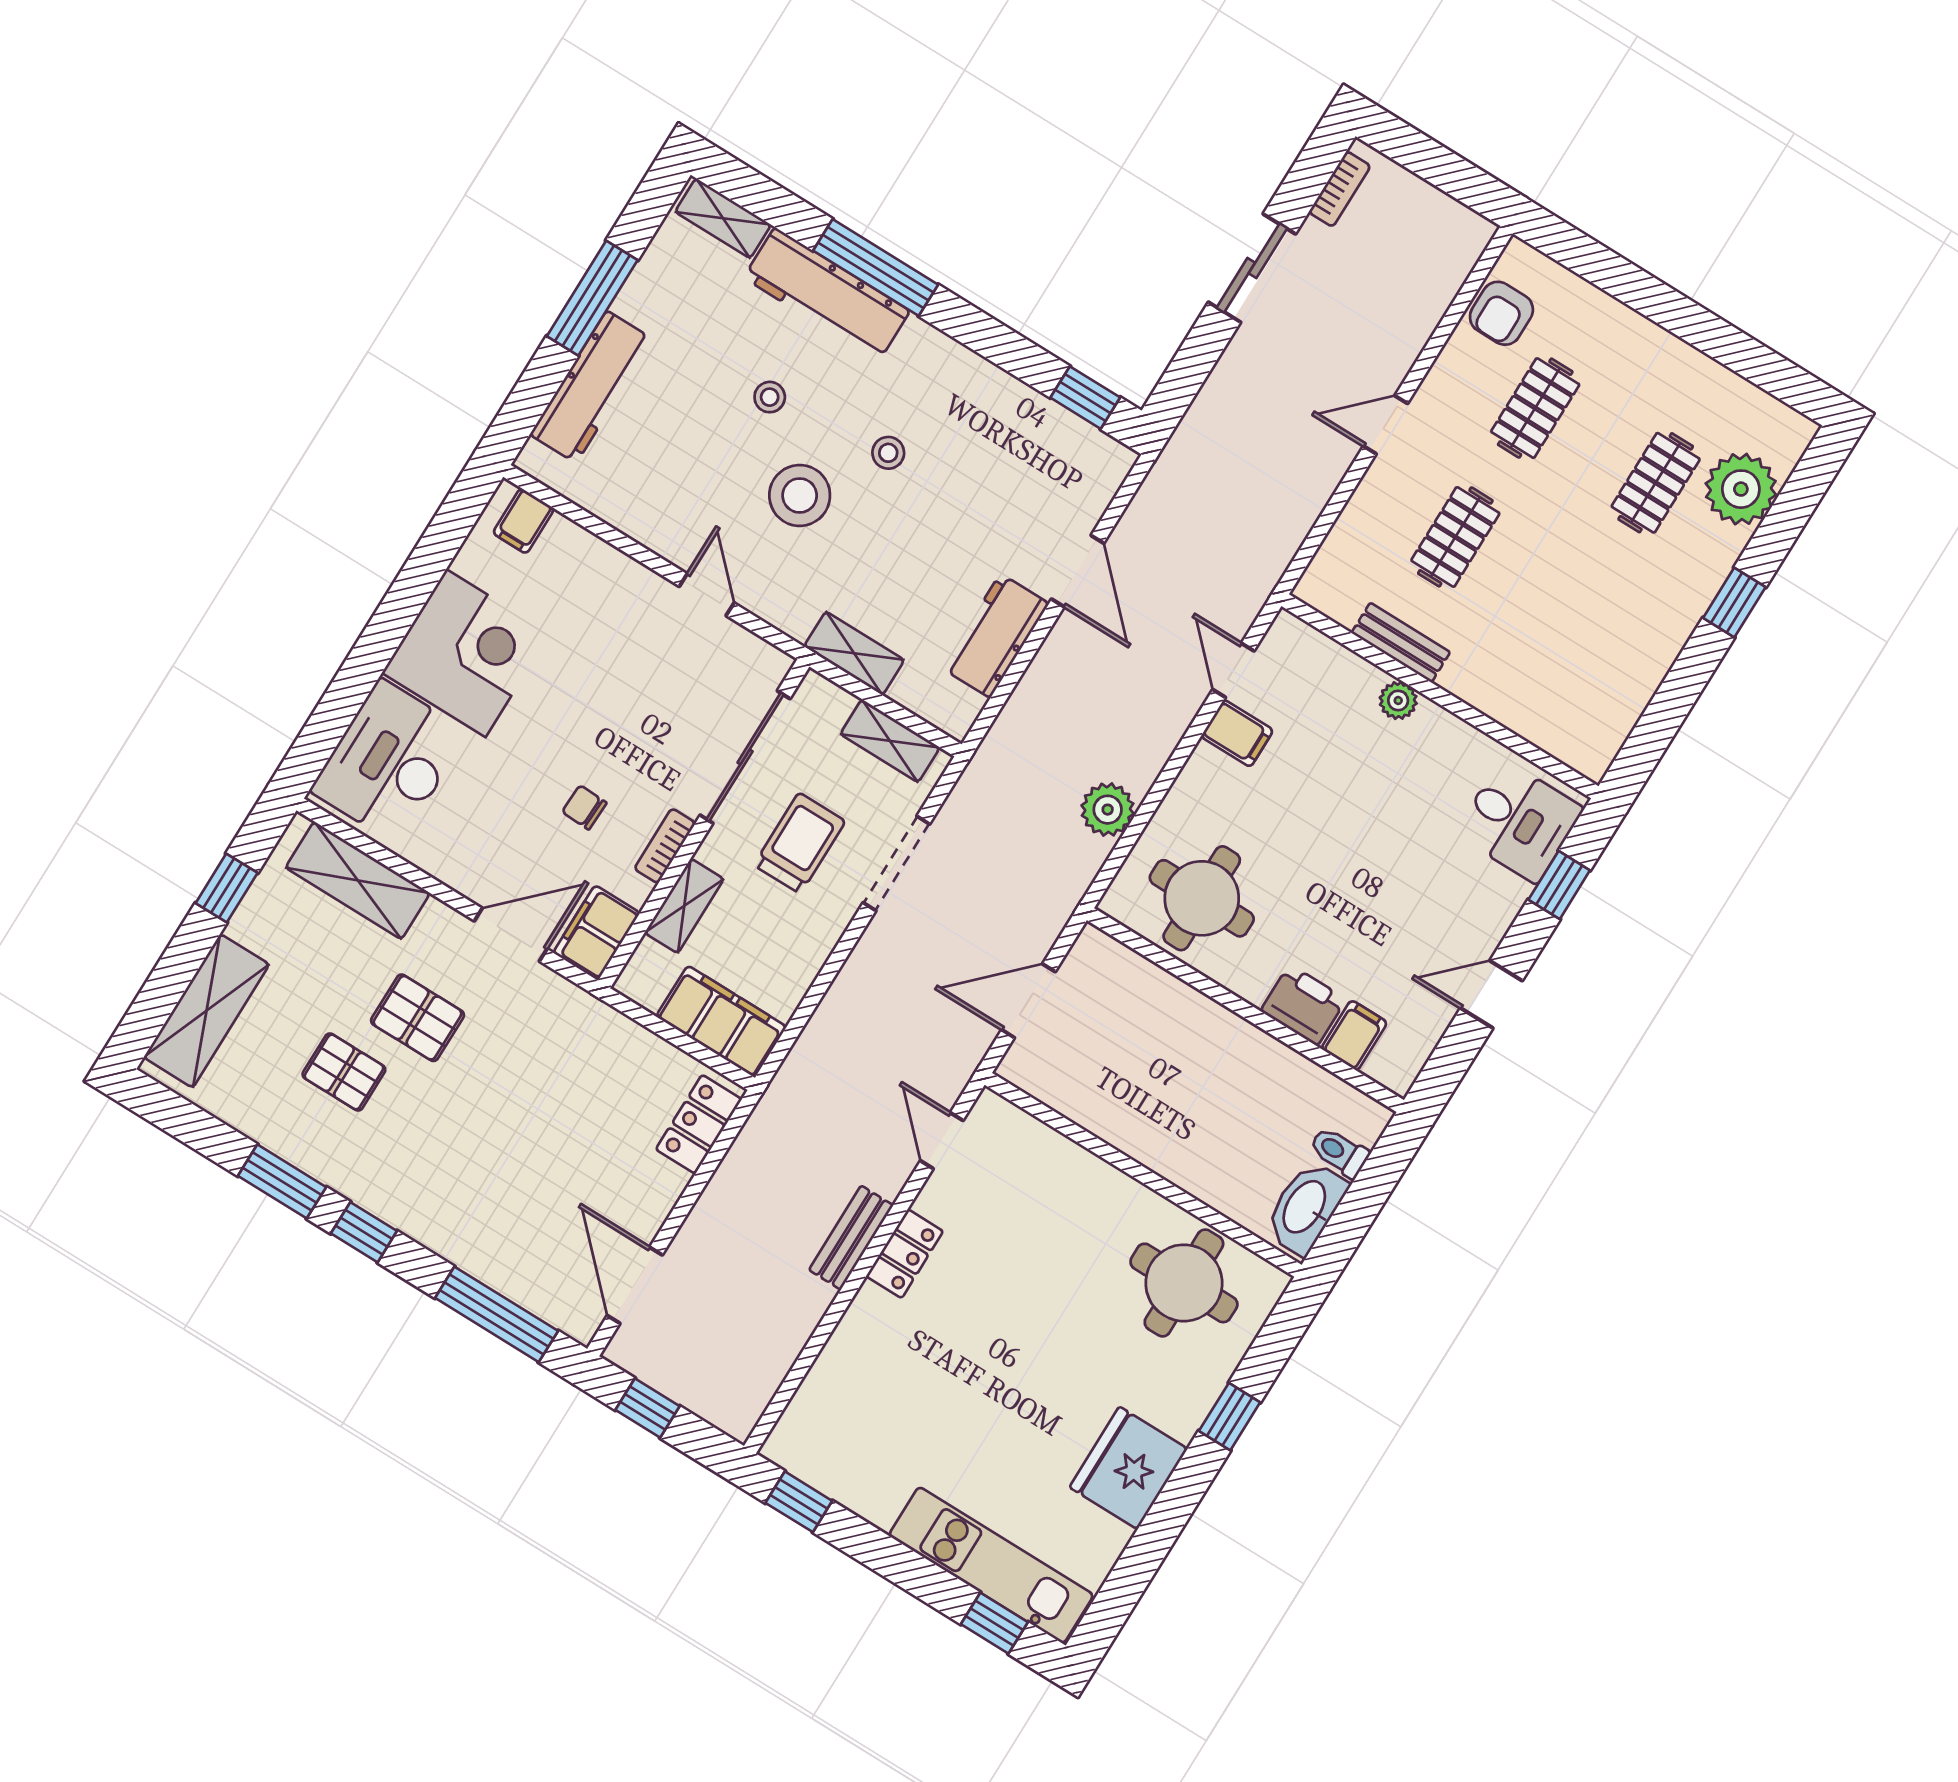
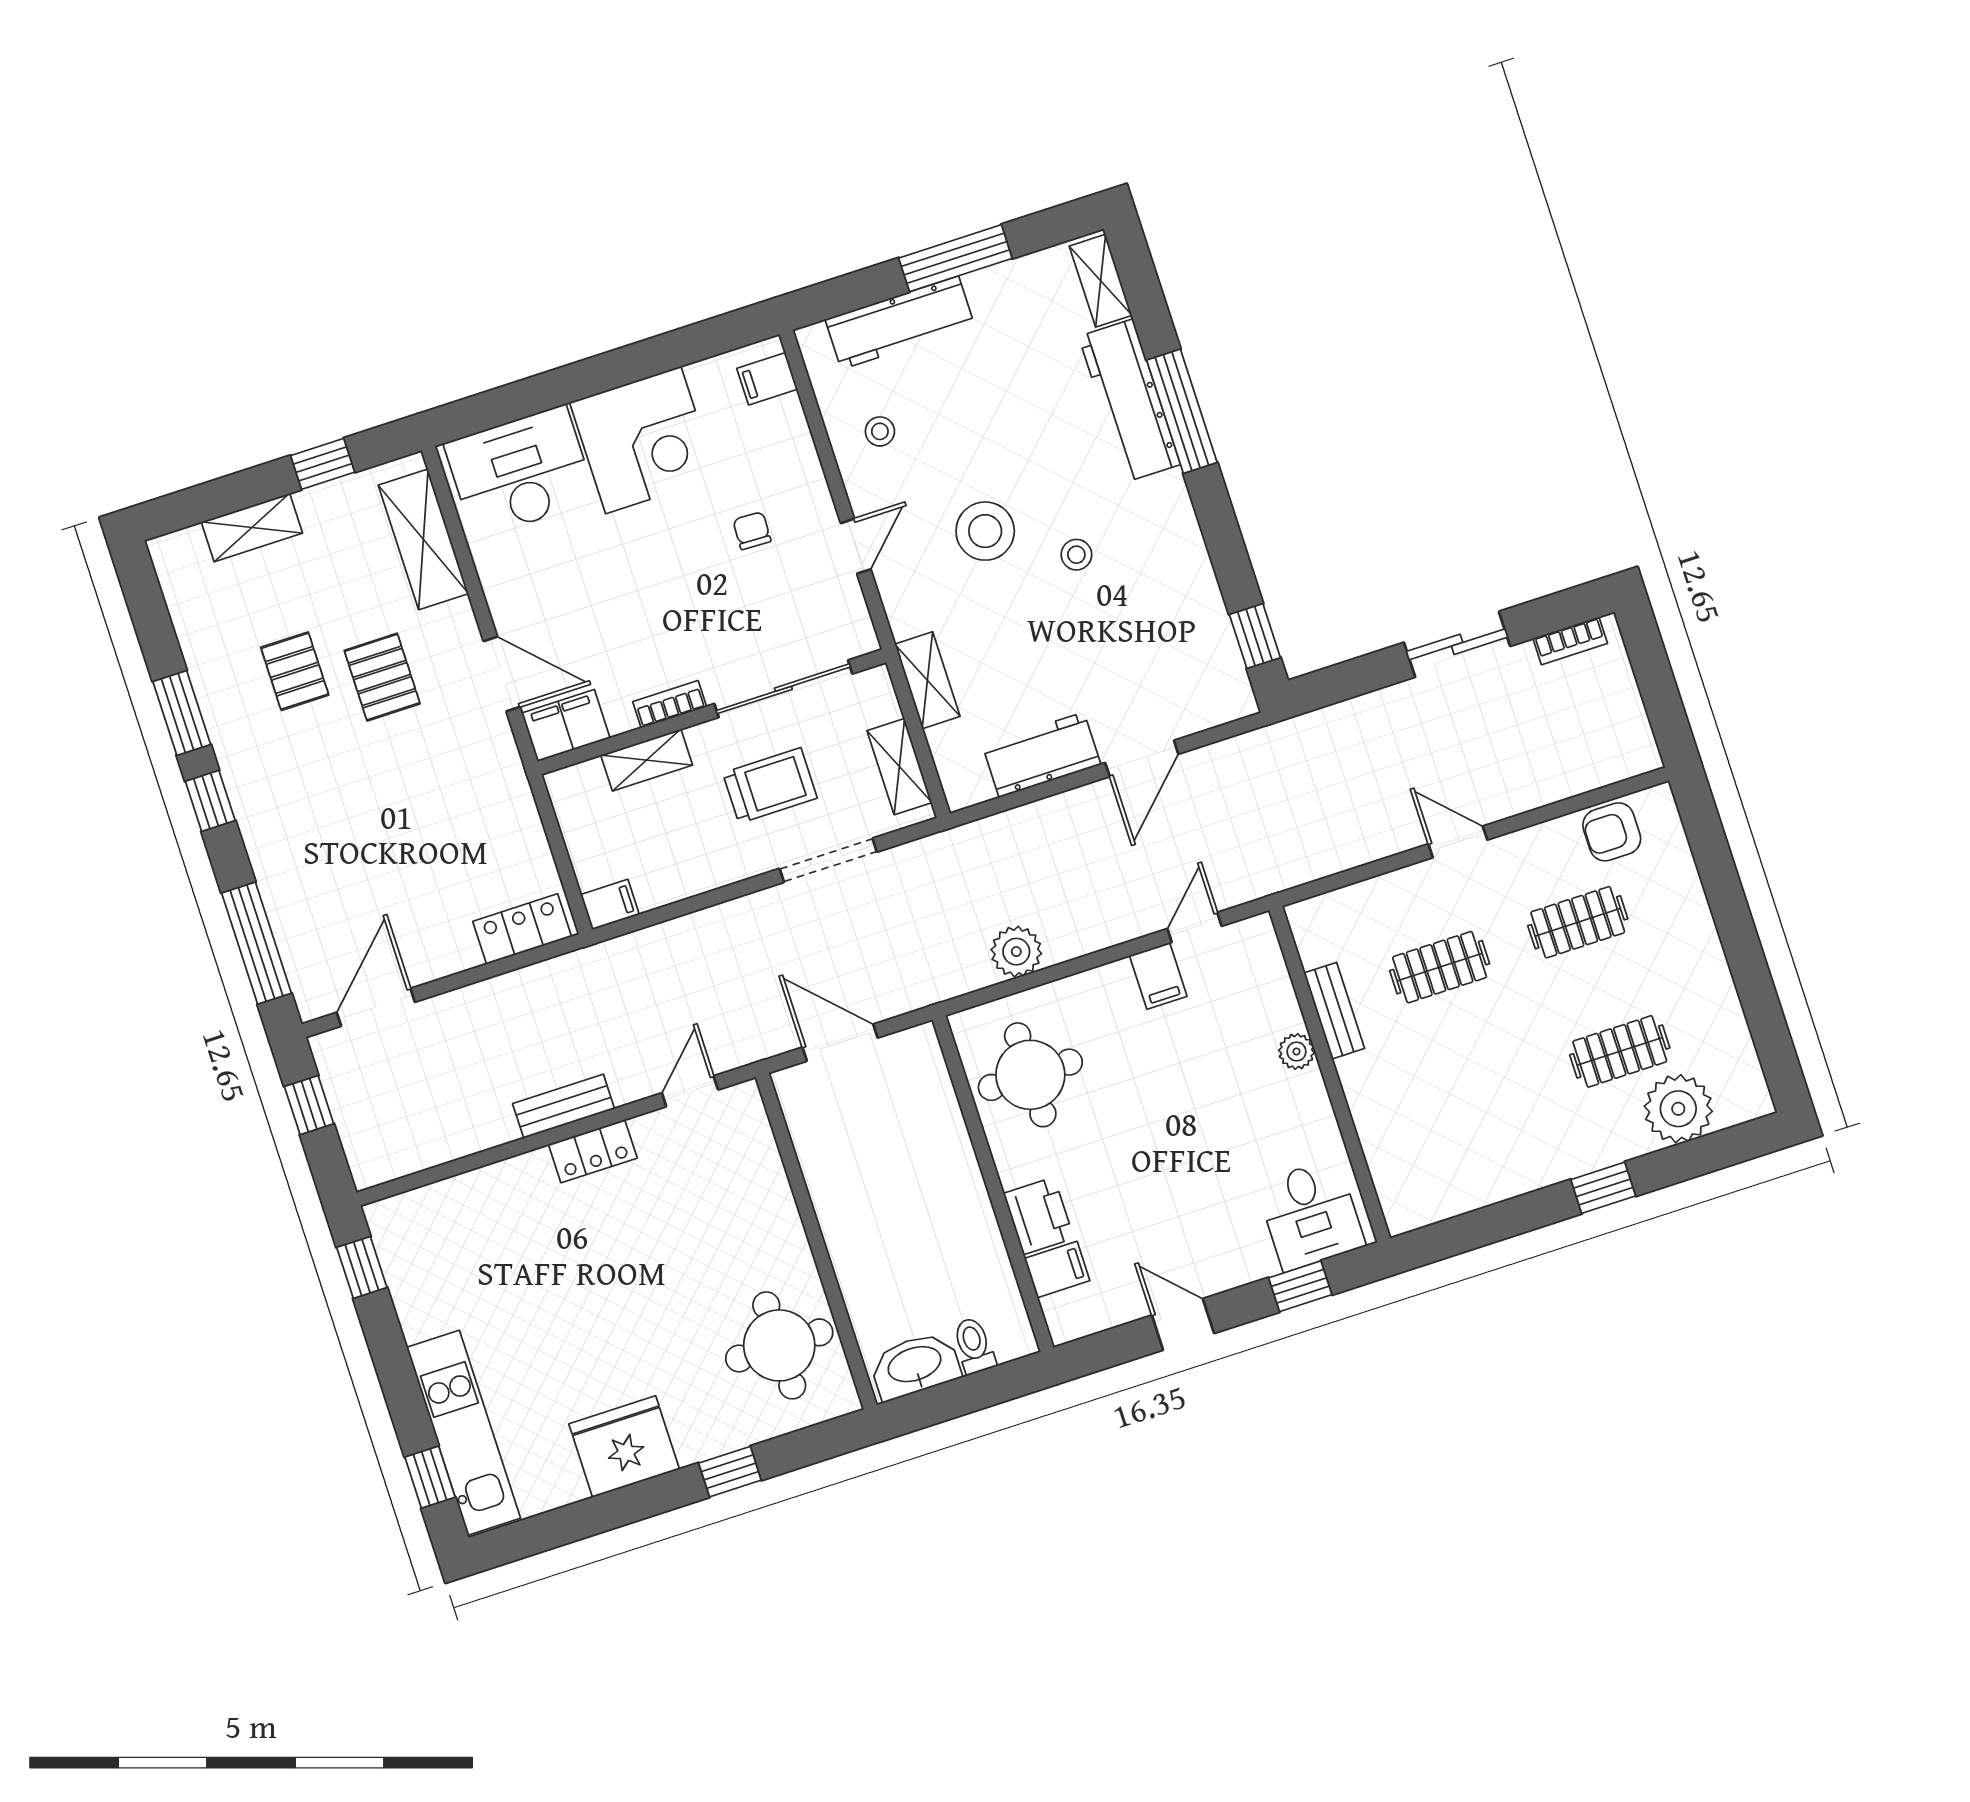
stool: (770, 397) -> (880, 431), moved
chair: (584, 807) -> (752, 531), moved
shelving: (206, 1011) -> (252, 527), width x0.67, depth x0.75
filing cabinet: (721, 1022) -> (610, 905), width x0.33, depth x0.86

